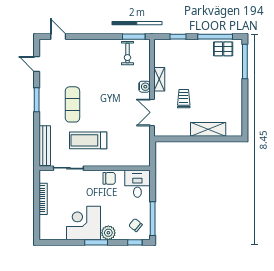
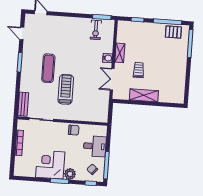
shelving: (208, 129) -> (144, 95), moved
treadmill: (88, 140) -> (66, 89), moved, turned 90
bench: (45, 146) -> (23, 104), width x0.73
desk: (137, 184) -> (95, 146), moved, turned 90

